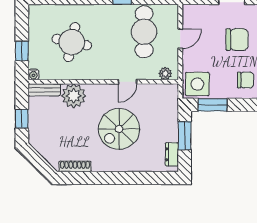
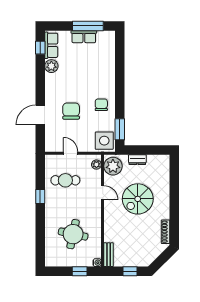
cafe table: (144, 32) -> (65, 180), width x0.73, depth x0.74
plant: (74, 96) -> (113, 166), moved
spiral stairs: (119, 129) -> (138, 199), turned 90
window: (185, 136) -> (143, 150), removed
dresser: (172, 154) -> (137, 160), moved

